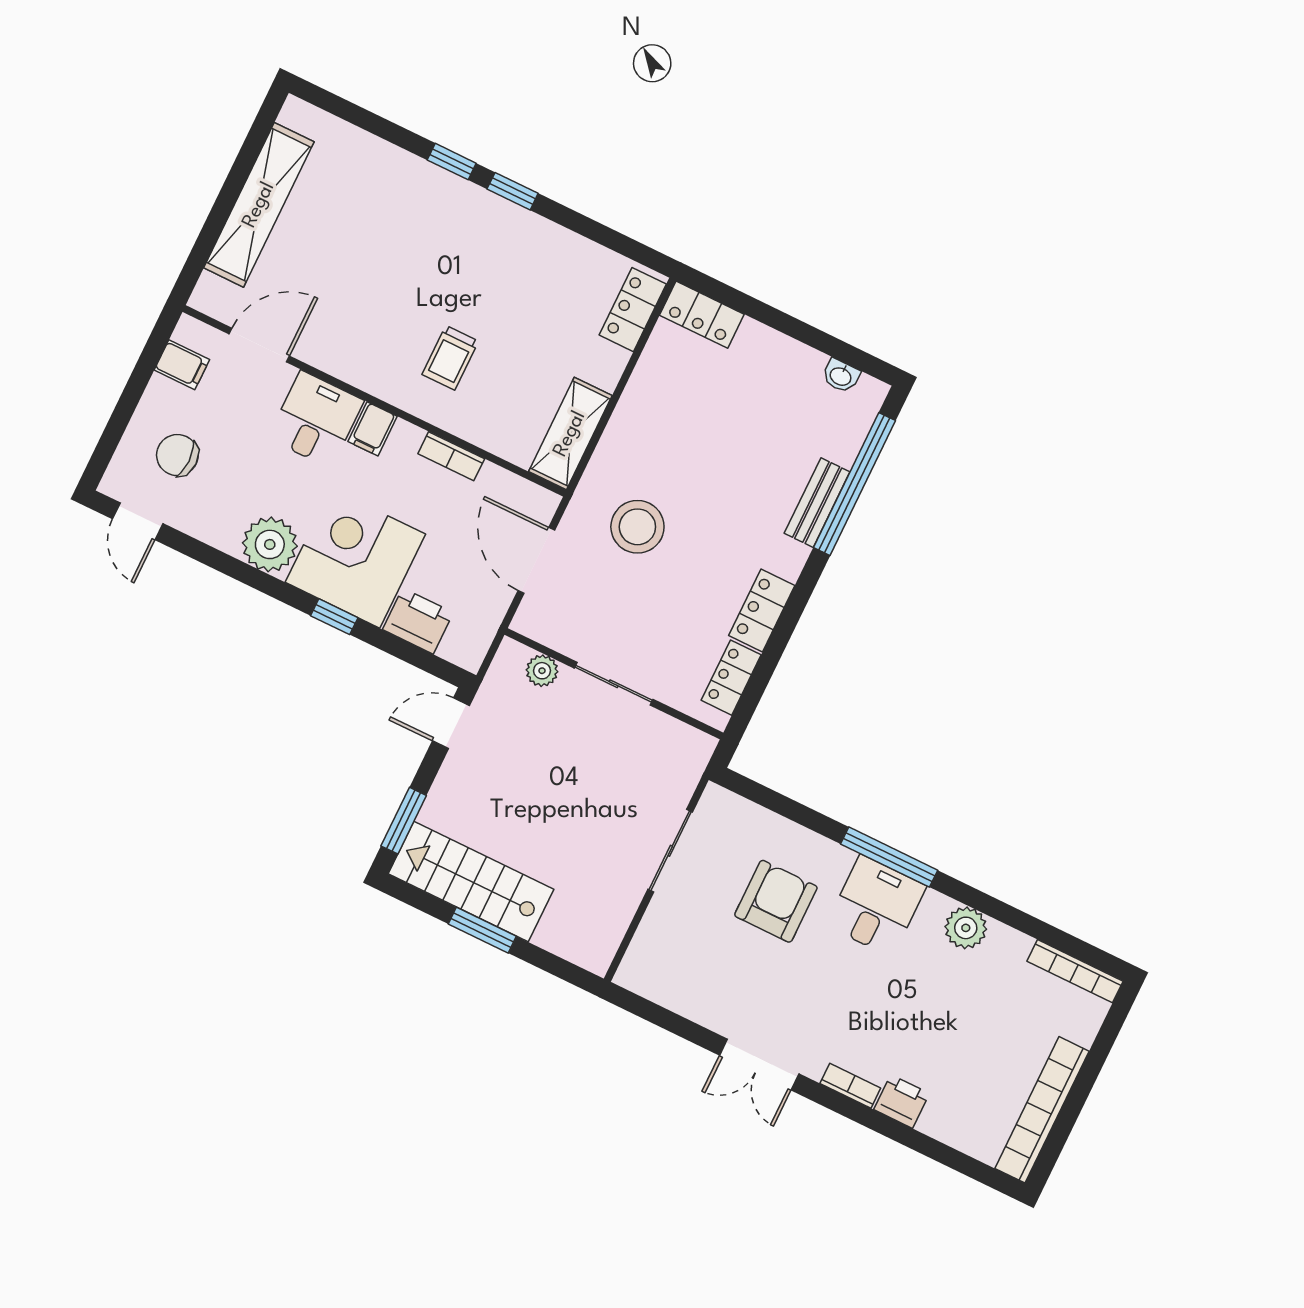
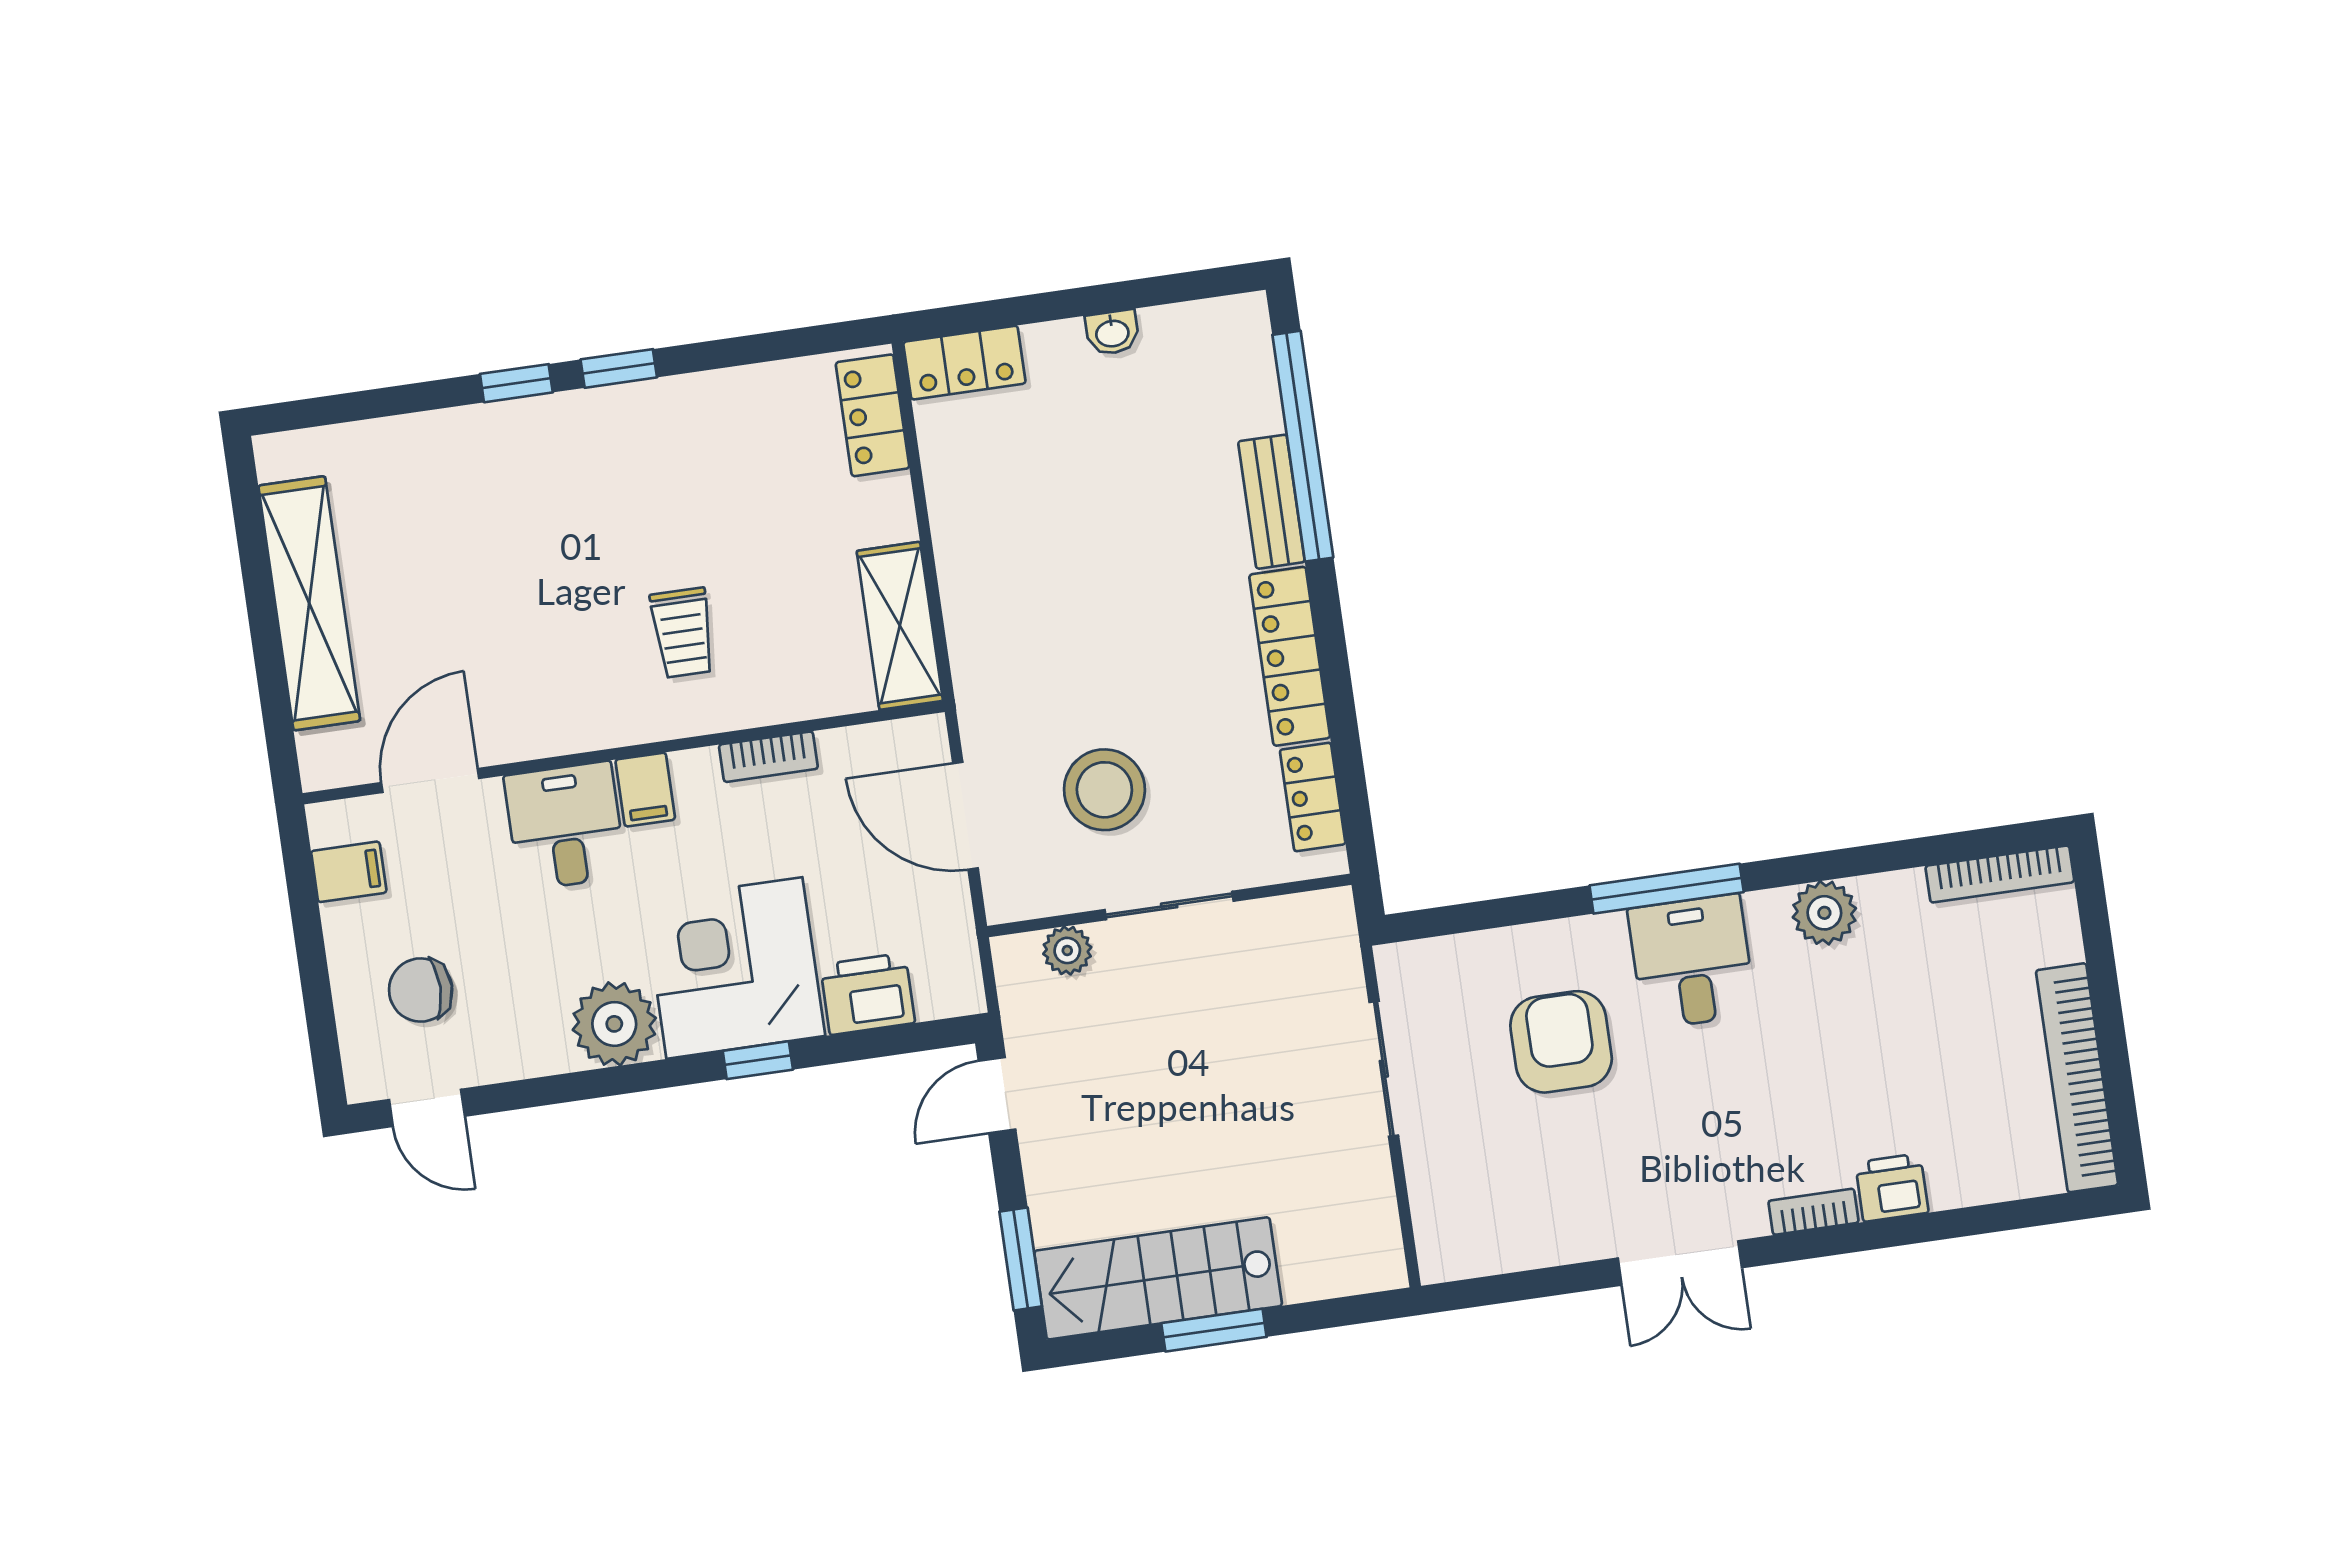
washbasin: (841, 376) -> (1112, 332), moved
stool: (637, 527) -> (1104, 790), moved
locker: (762, 611) -> (1290, 656), width x1.53

